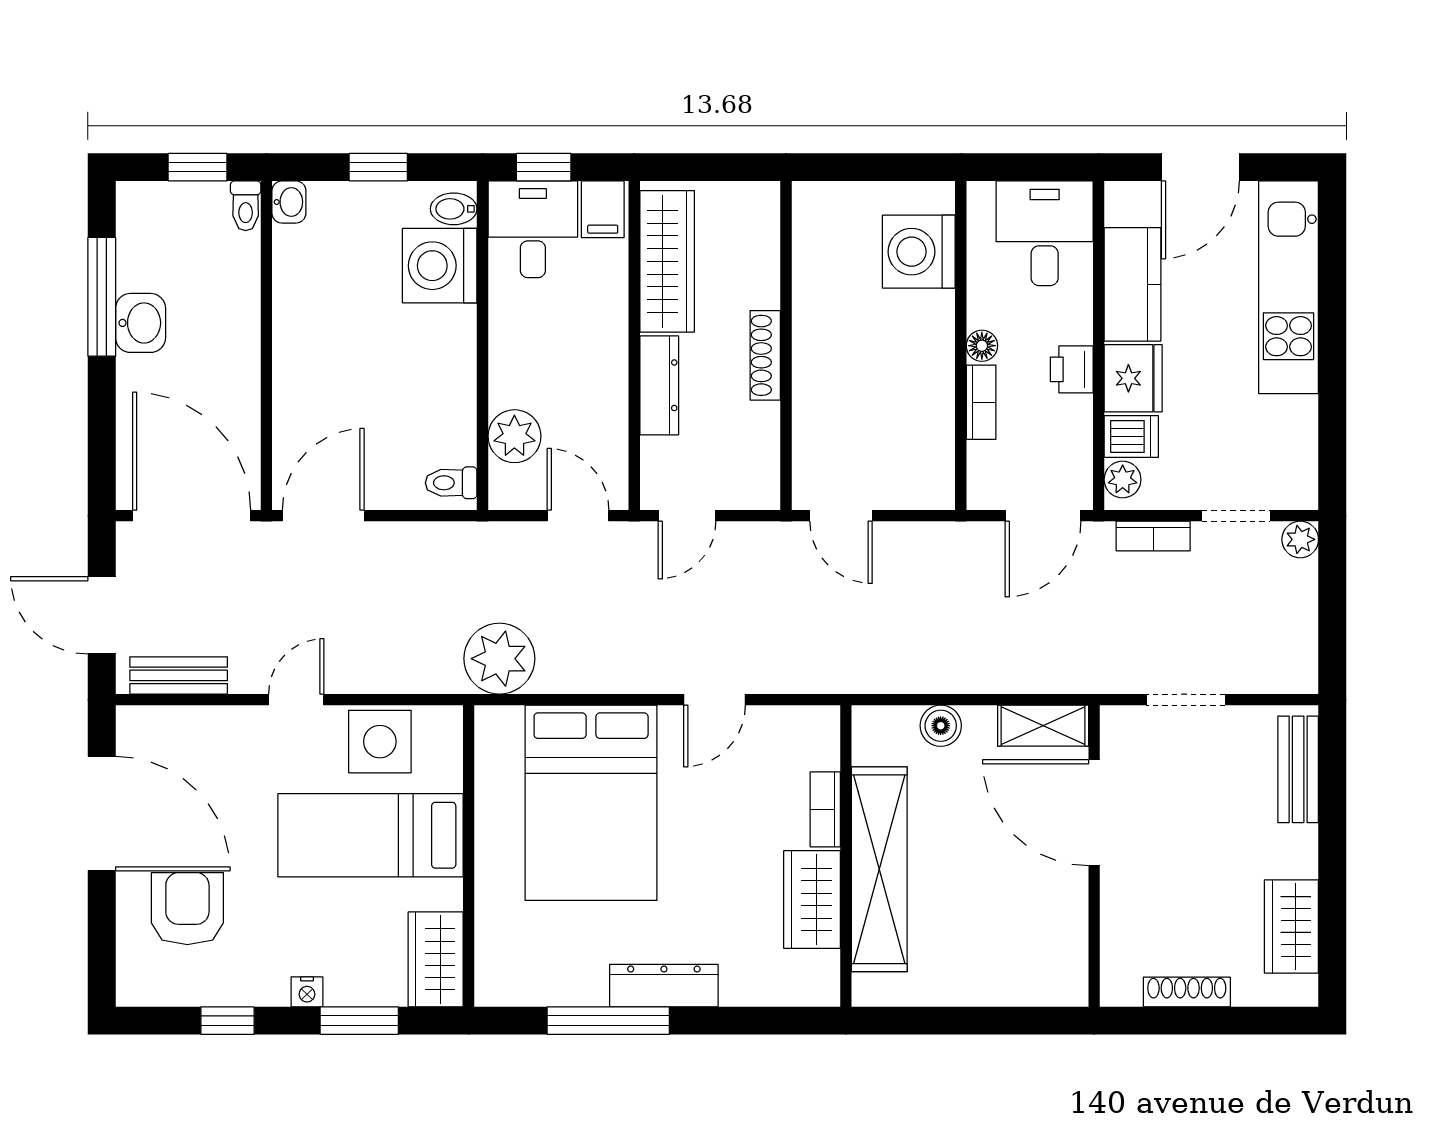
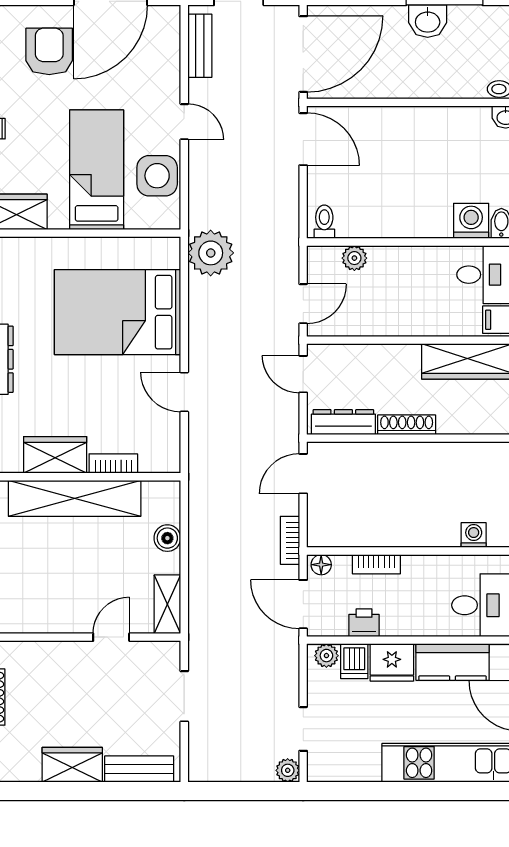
washing machine: (919, 252) -> (474, 535), width x0.53, depth x0.53
washing machine: (440, 266) -> (471, 221), width x0.73, depth x0.73
floor lamp: (982, 346) -> (321, 565), moved
printer: (1072, 369) -> (364, 623), moved
dresser: (659, 385) -> (343, 422), moved, turned 180
plant: (514, 436) -> (354, 258), width x0.73, depth x0.73
bookcase: (1153, 536) -> (290, 540), moved
door: (1094, 813) -> (111, 637), width x0.53
armchair: (187, 909) -> (49, 51), turned -90
wardrobe: (1291, 926) -> (72, 765), moved

